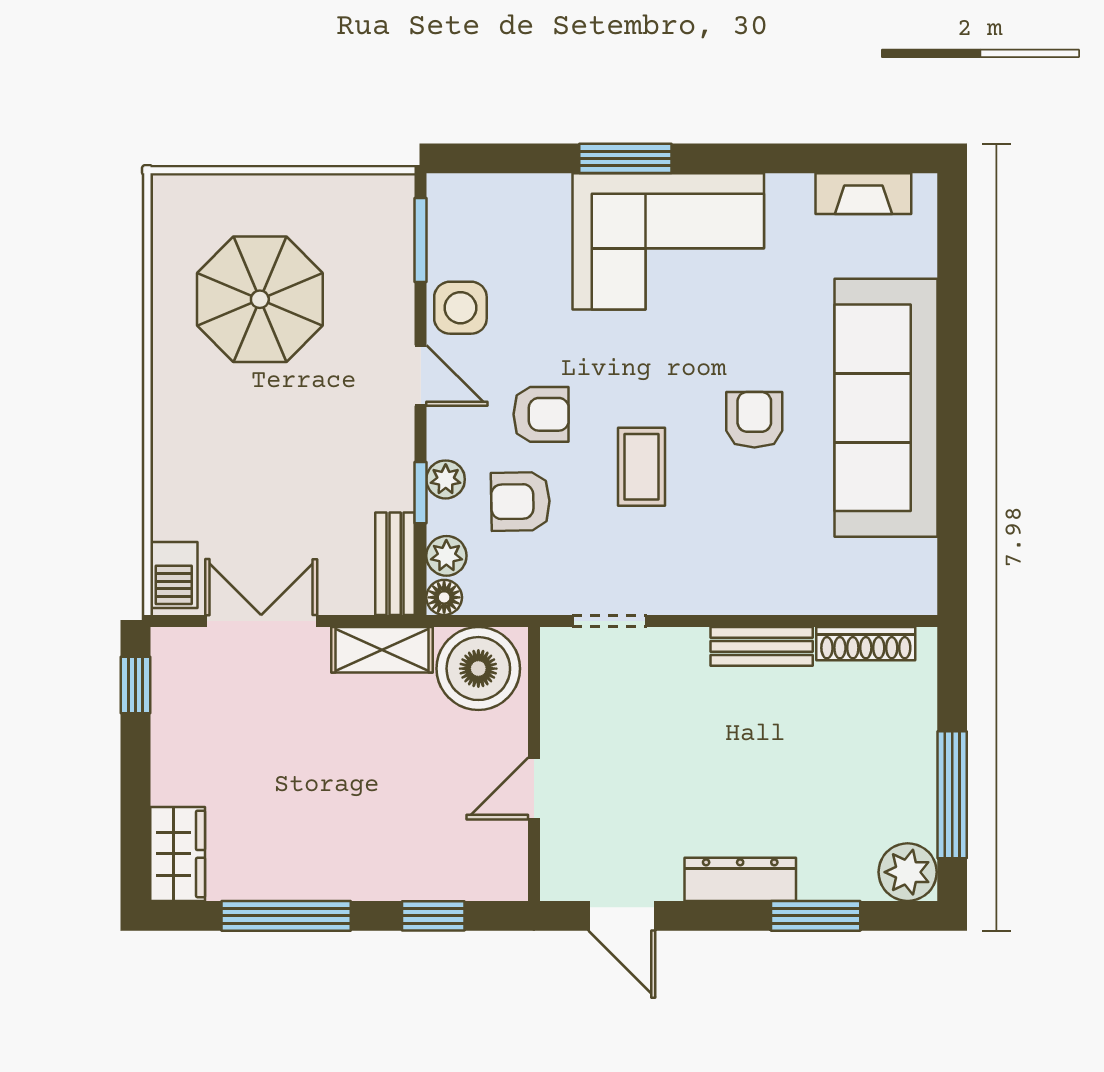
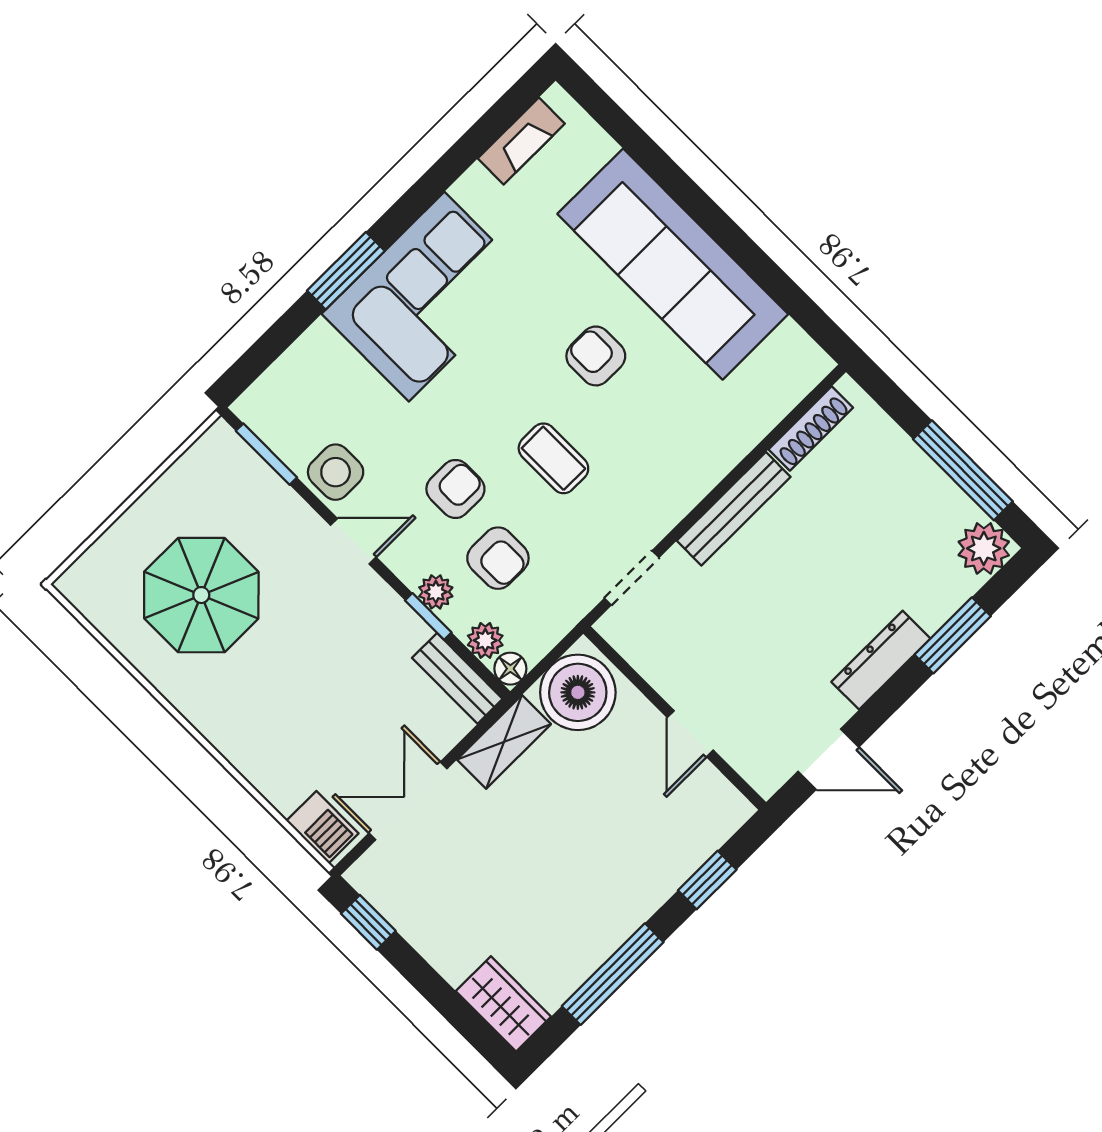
armchair: (520, 501) -> (498, 558), turned -89
bench: (762, 646) -> (734, 509), width x1.36

